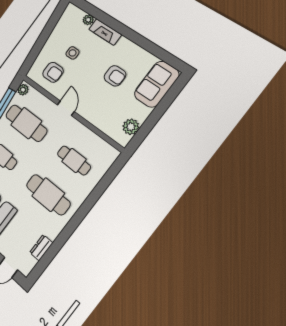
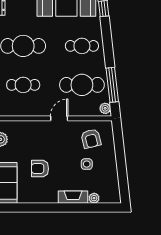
armchair: (53, 72) -> (91, 139), turned -104
door: (66, 108) -> (59, 118), swing flipped

